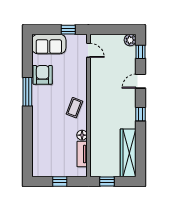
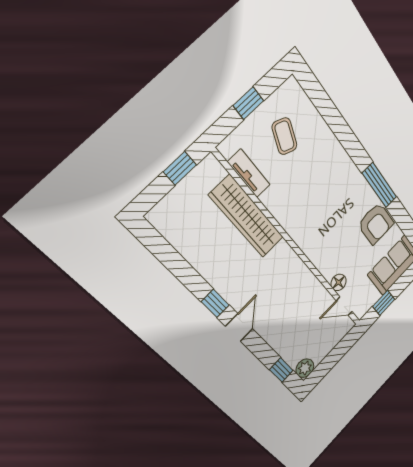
door: (140, 81) -> (239, 327), moved
coffee table: (74, 108) -> (284, 136), moved
floor lamp: (82, 135) -> (339, 282), moved
wardrobe: (128, 153) -> (247, 217), moved, turned 180

